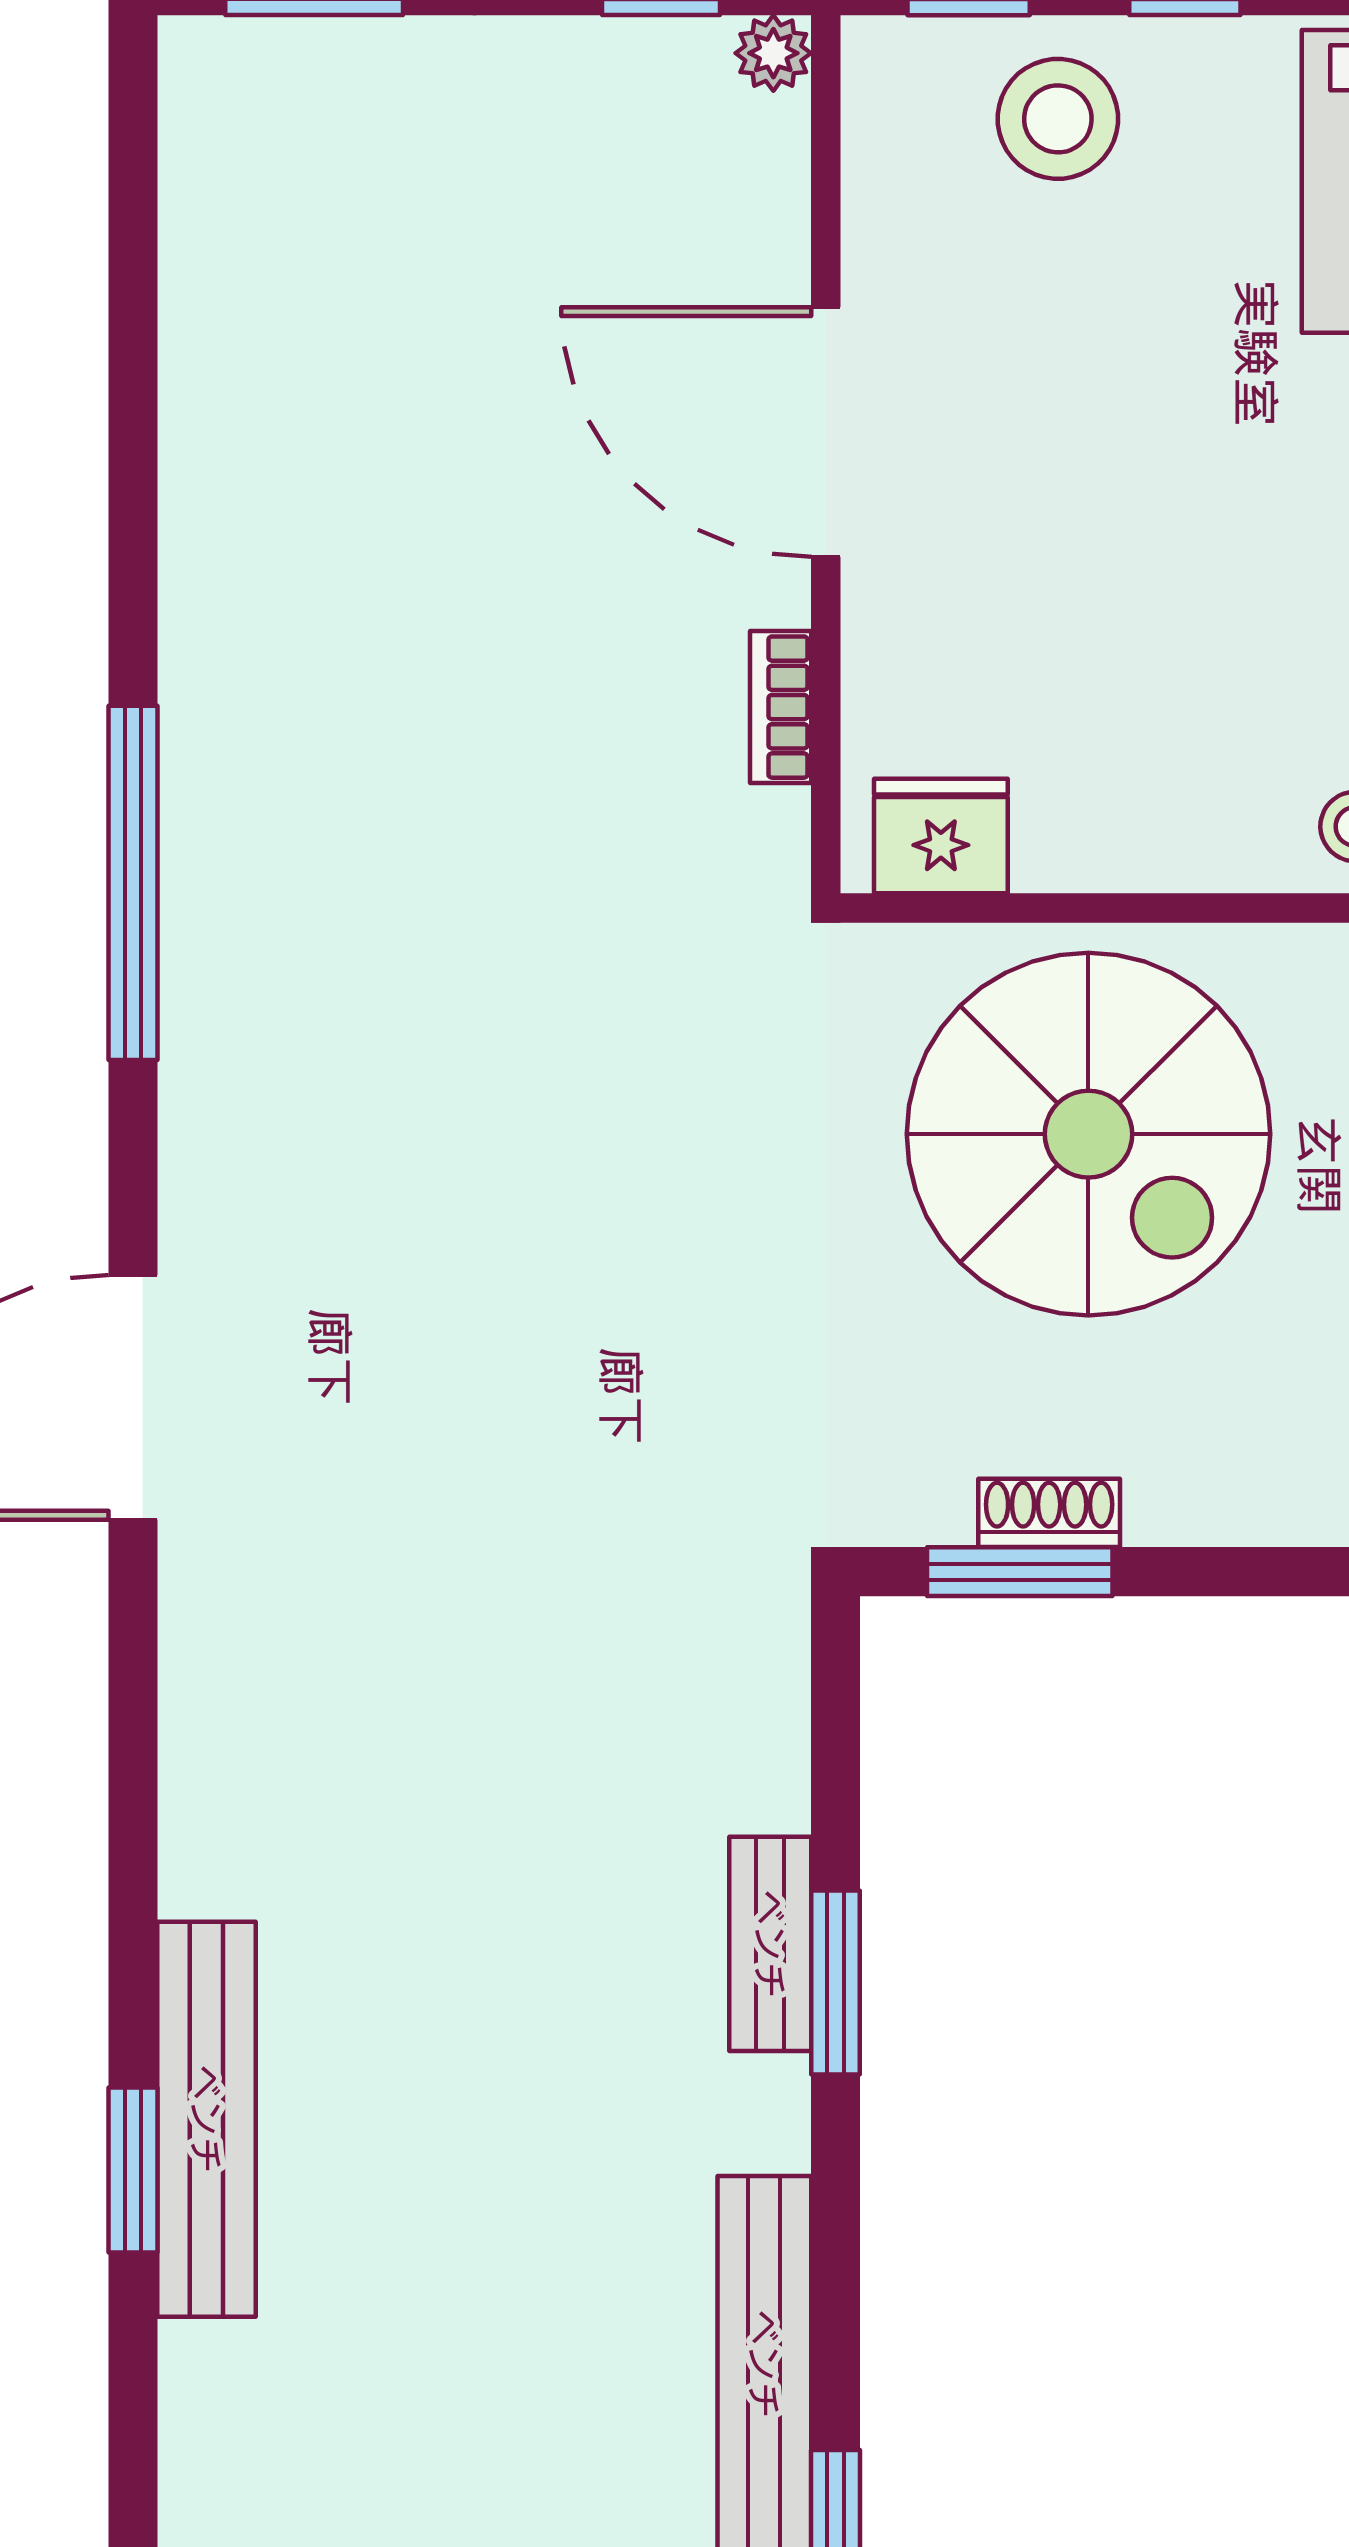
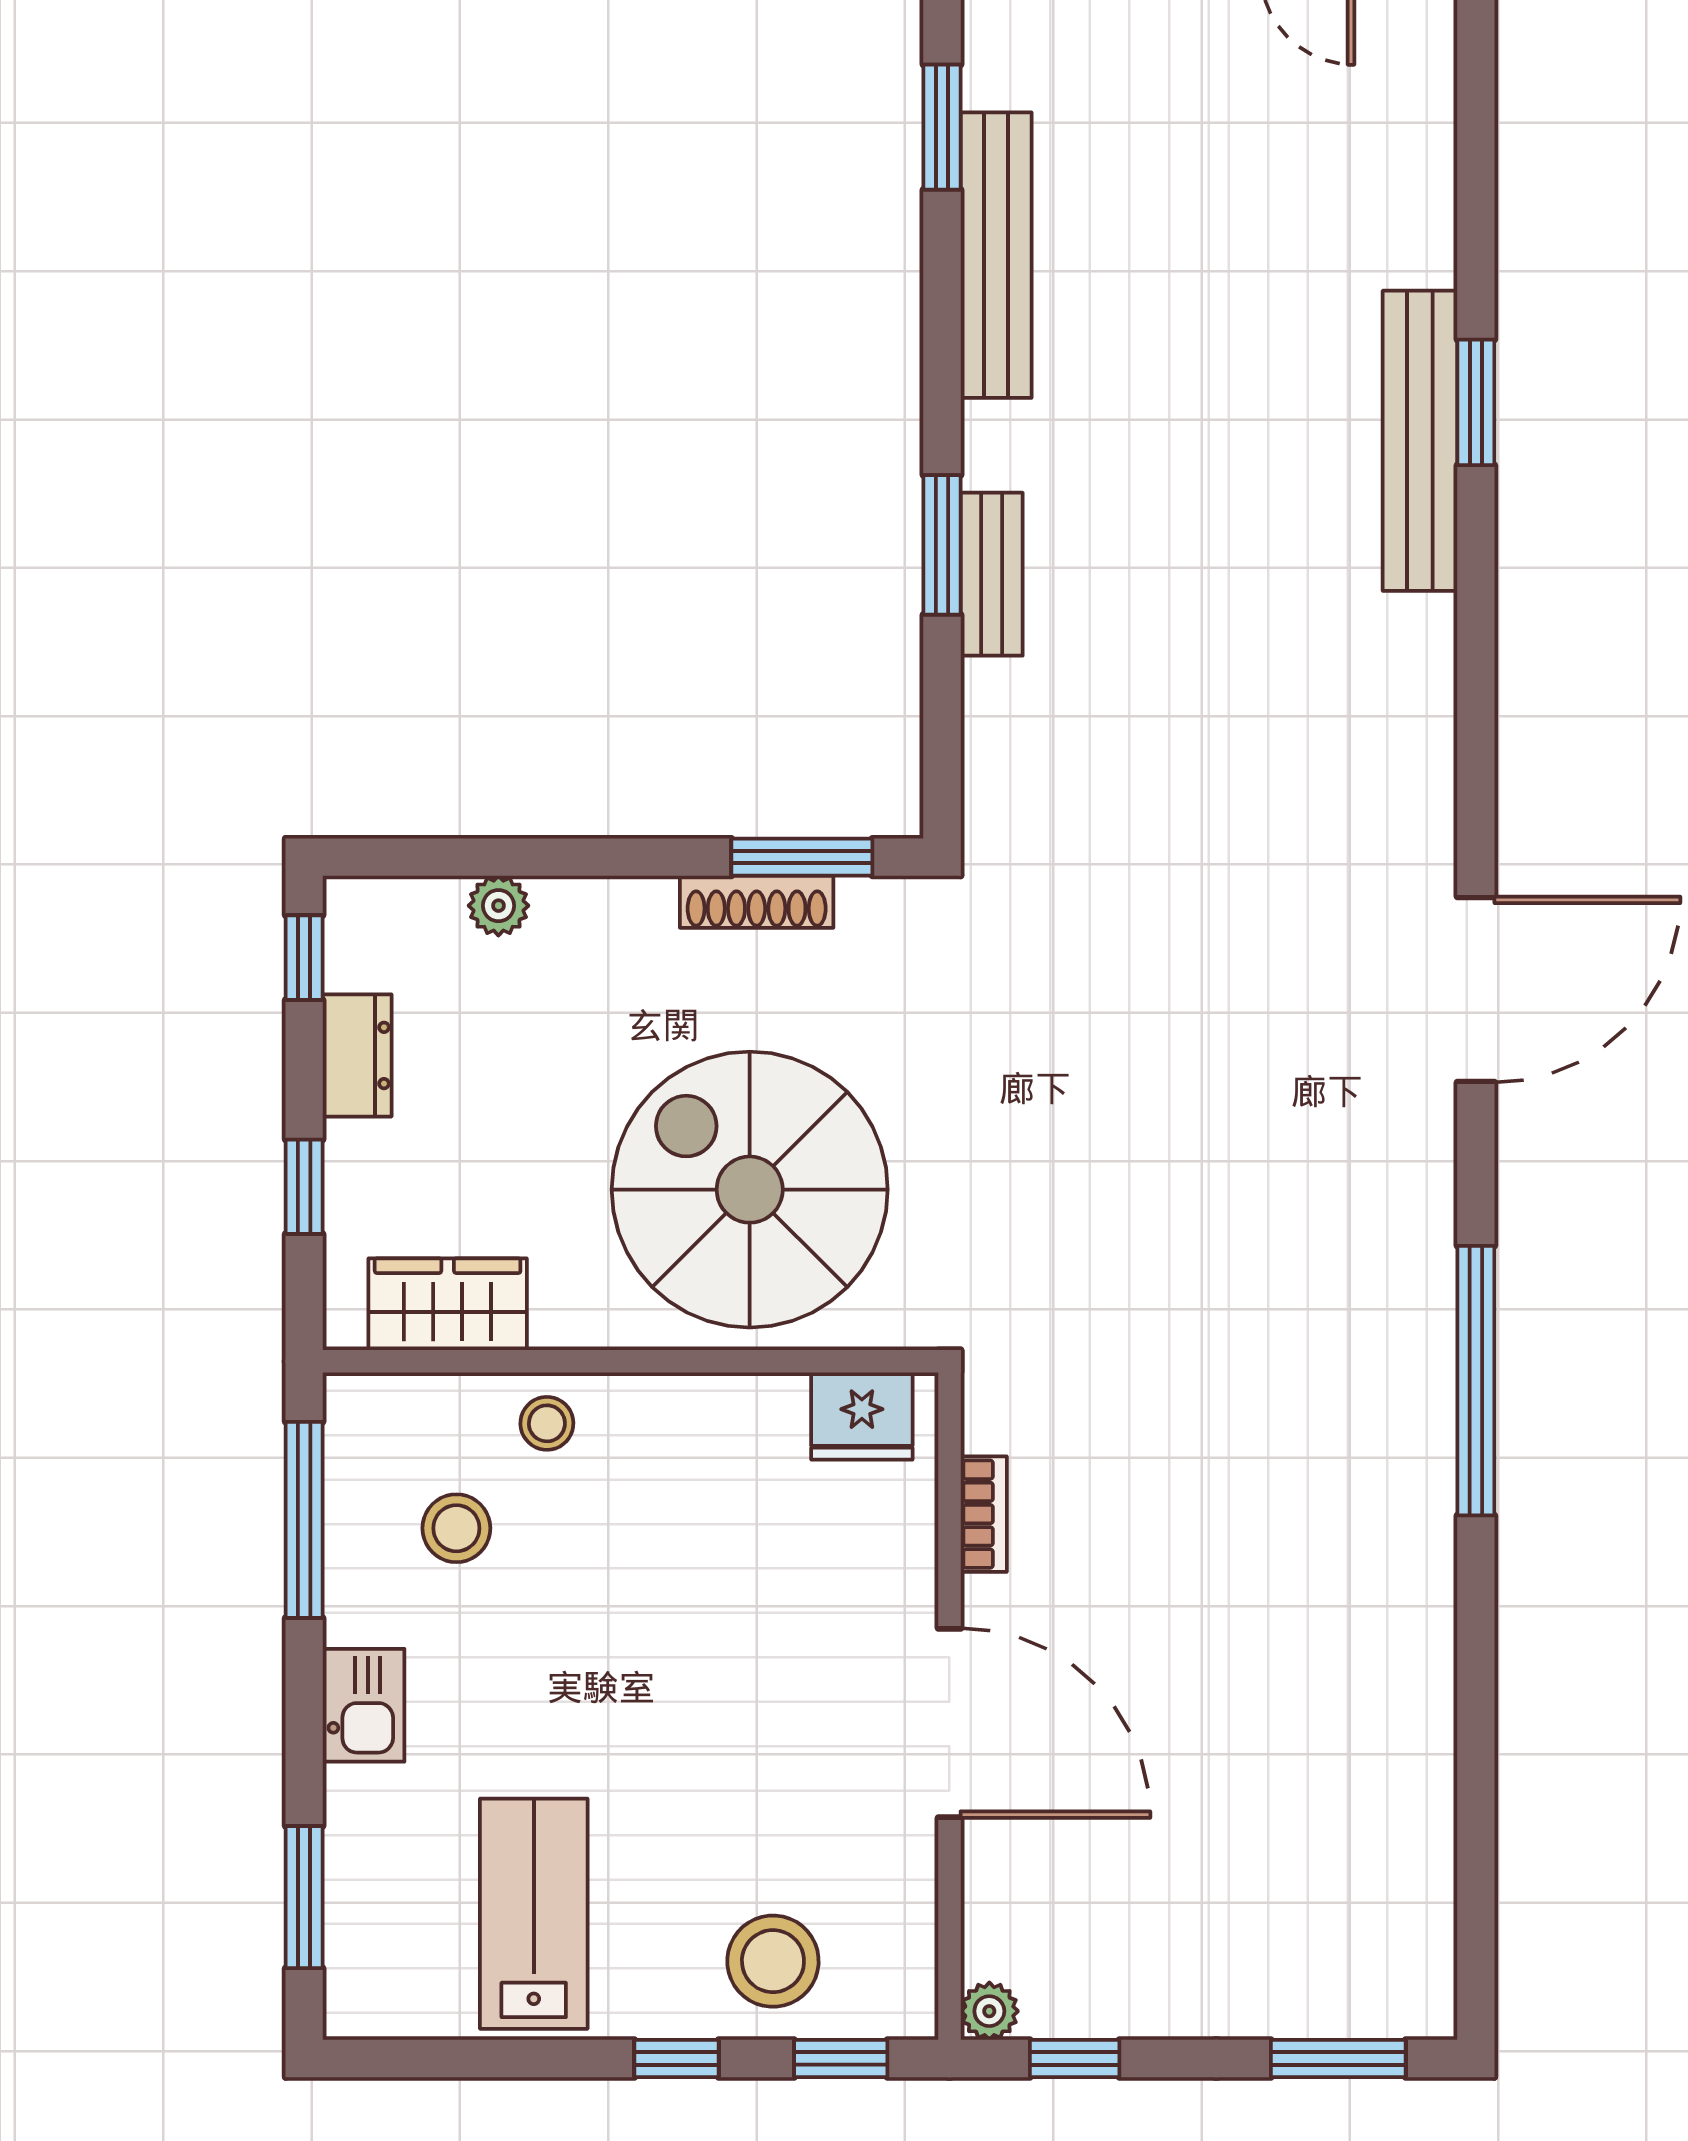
shoe rack: (1049, 1513) -> (757, 902), width x1.43

